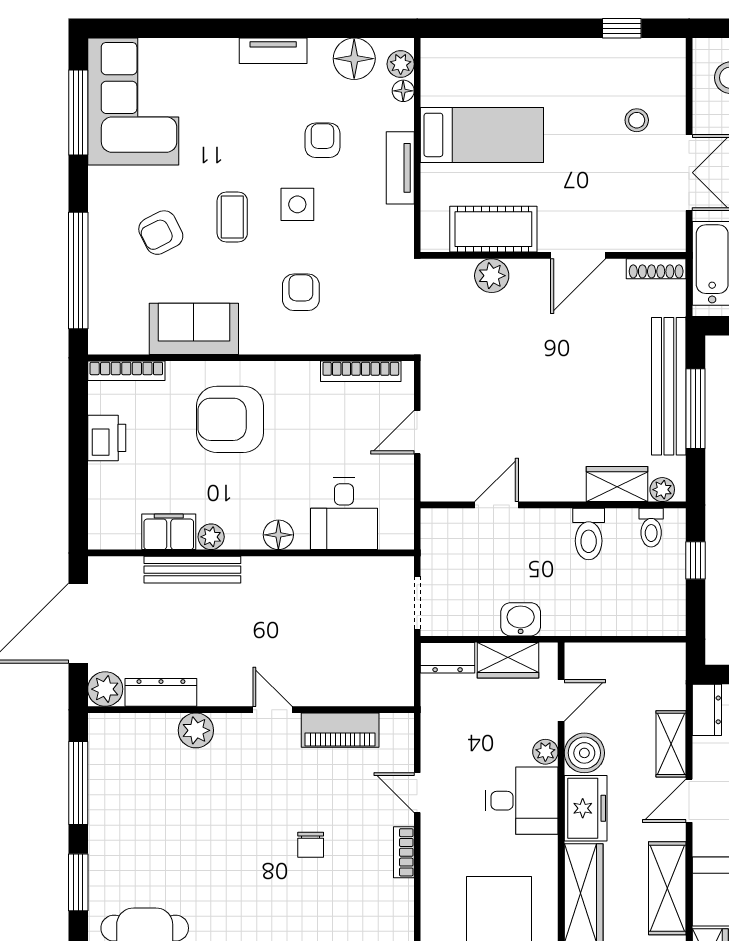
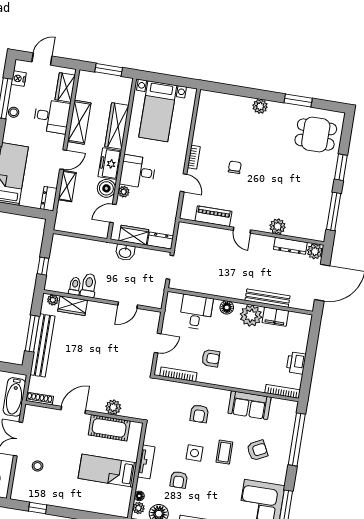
armchair: (230, 419) -> (211, 358), moved, width x0.53, depth x0.53
toilet: (651, 528) -> (75, 286), moved
plant: (211, 537) -> (251, 316), width x1.87, depth x1.87

